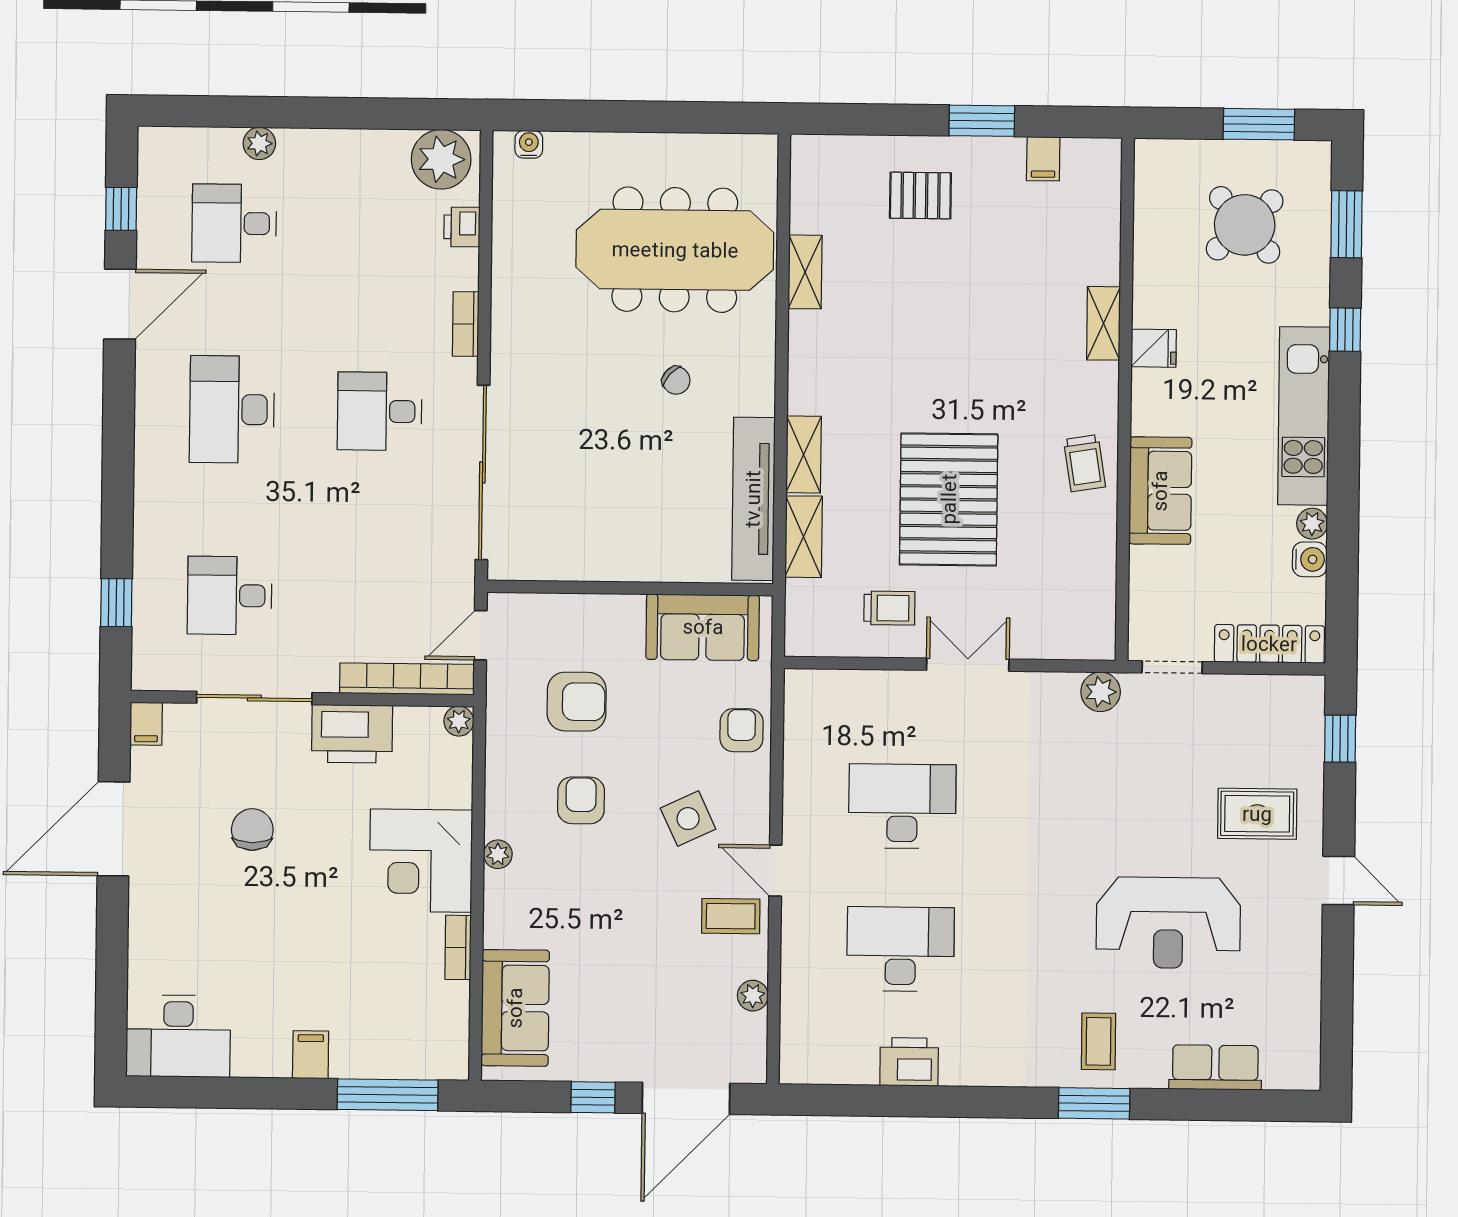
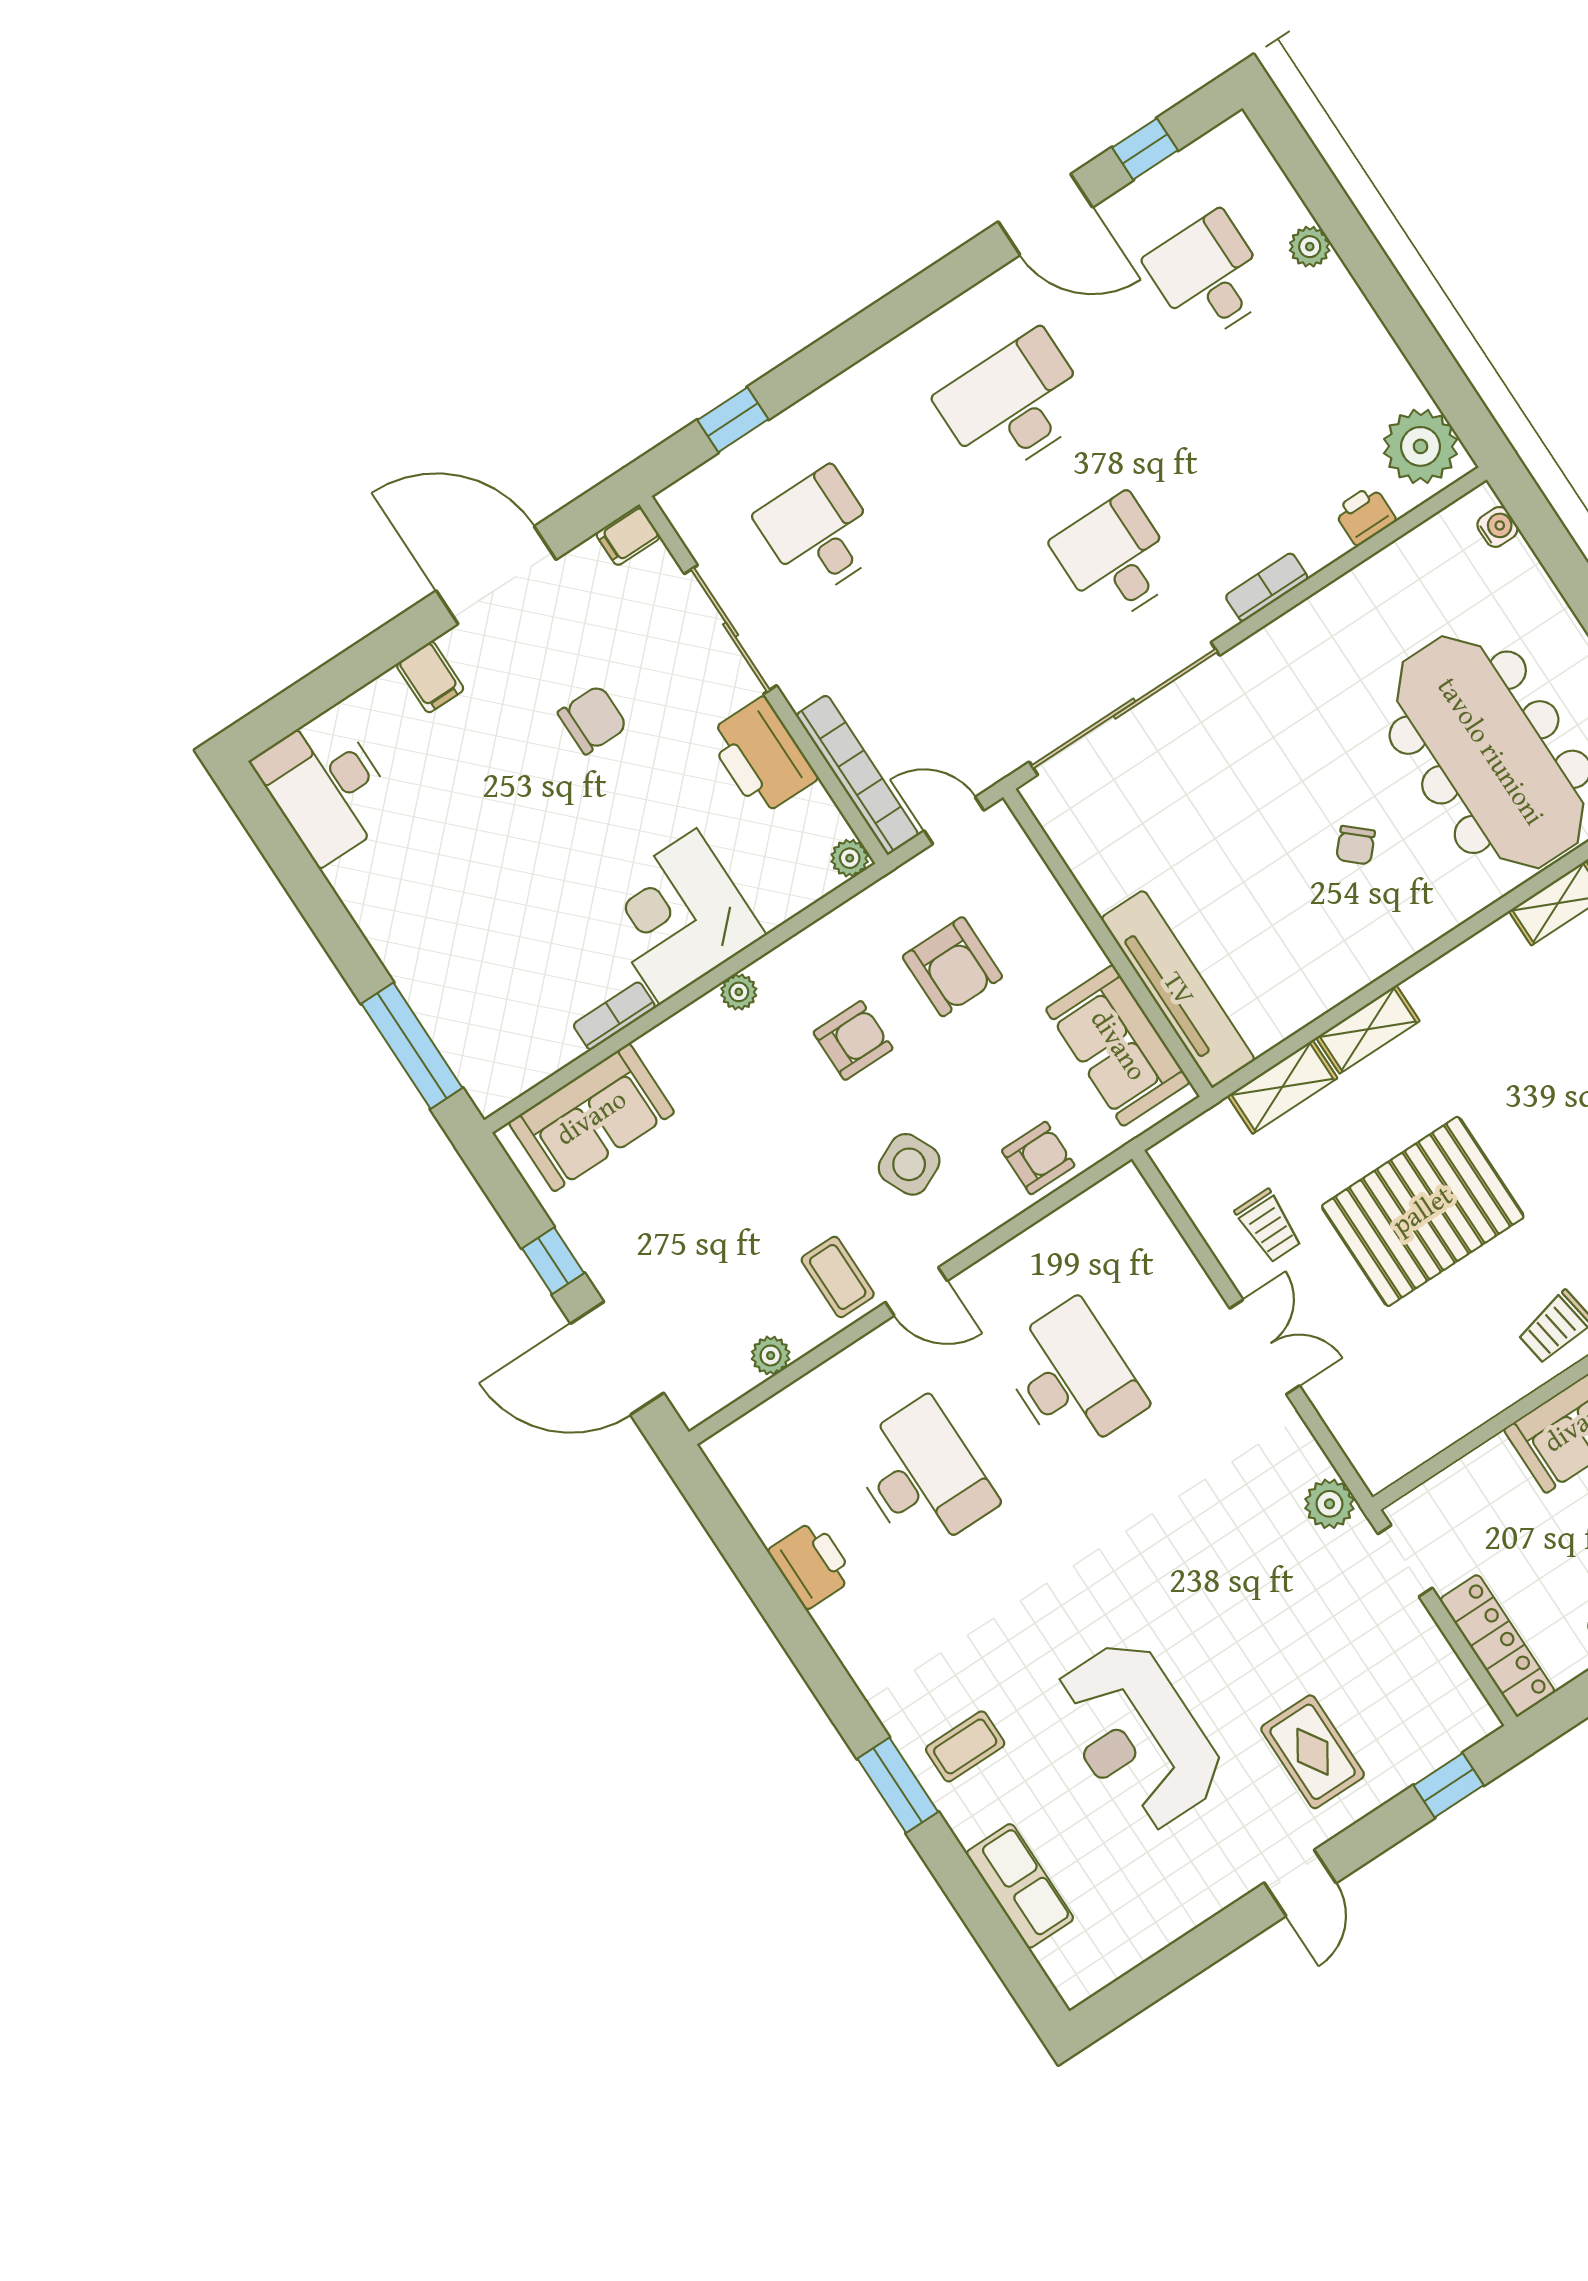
tv unit: (753, 499) -> (1178, 989), moved, turned 90
door: (775, 871) -> (916, 1291), swing flipped
filing cabinet: (311, 1055) -> (430, 677), moved, turned 90

